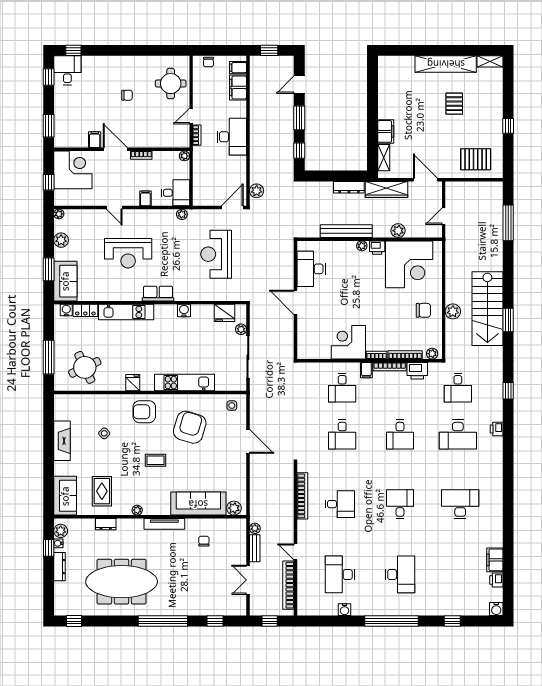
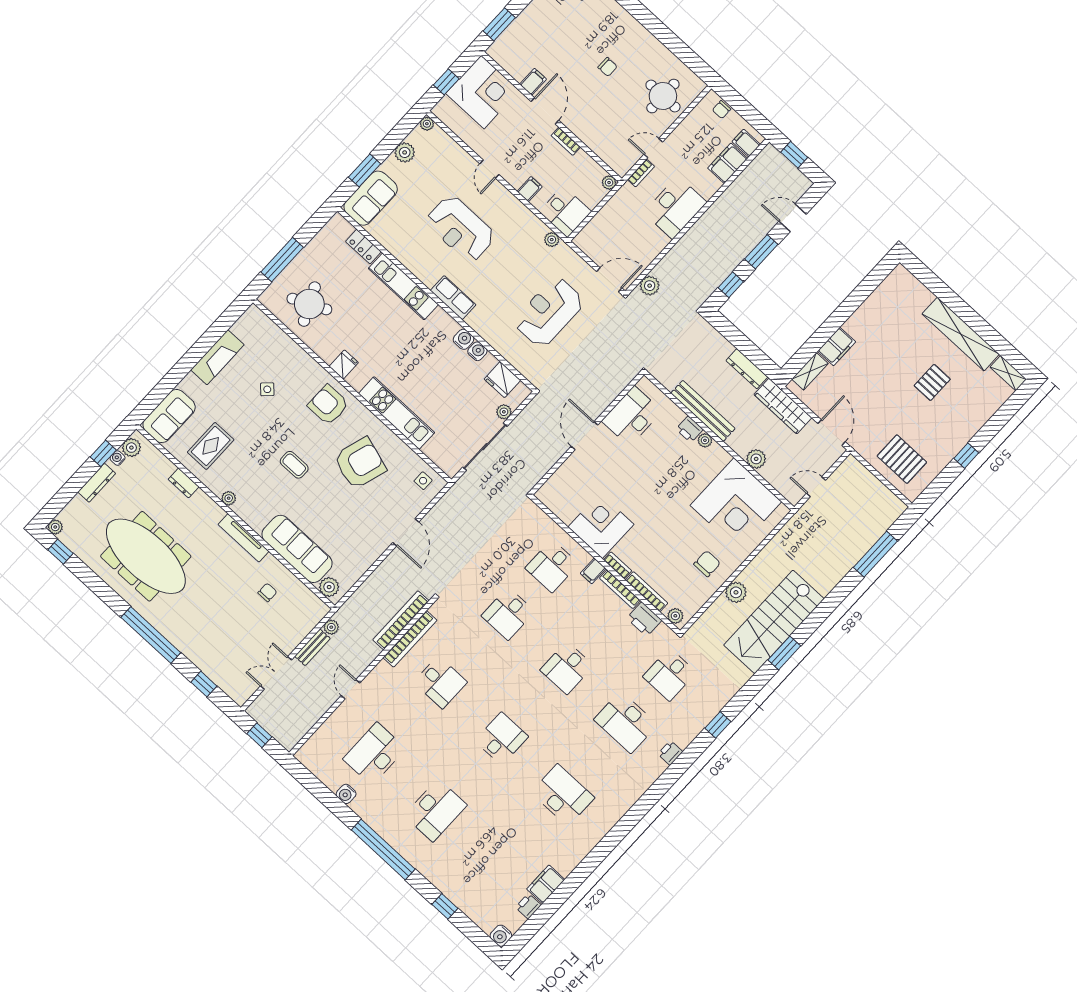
printer: (377, 248) -> (690, 429), moved
water cooler: (66, 310) -> (477, 351), moved
chair: (423, 310) -> (707, 564), turned -90
bookcase: (288, 585) -> (401, 620), moved
plant: (59, 610) -> (55, 527), added

